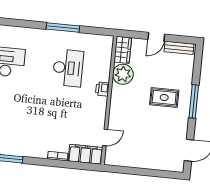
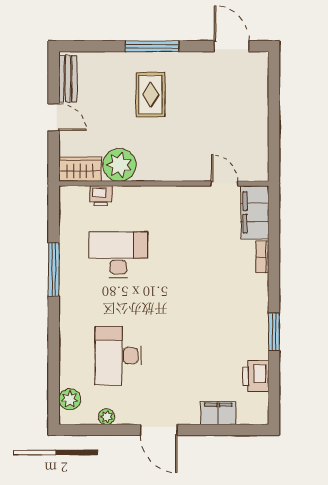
printer: (102, 89) -> (101, 196), moved

